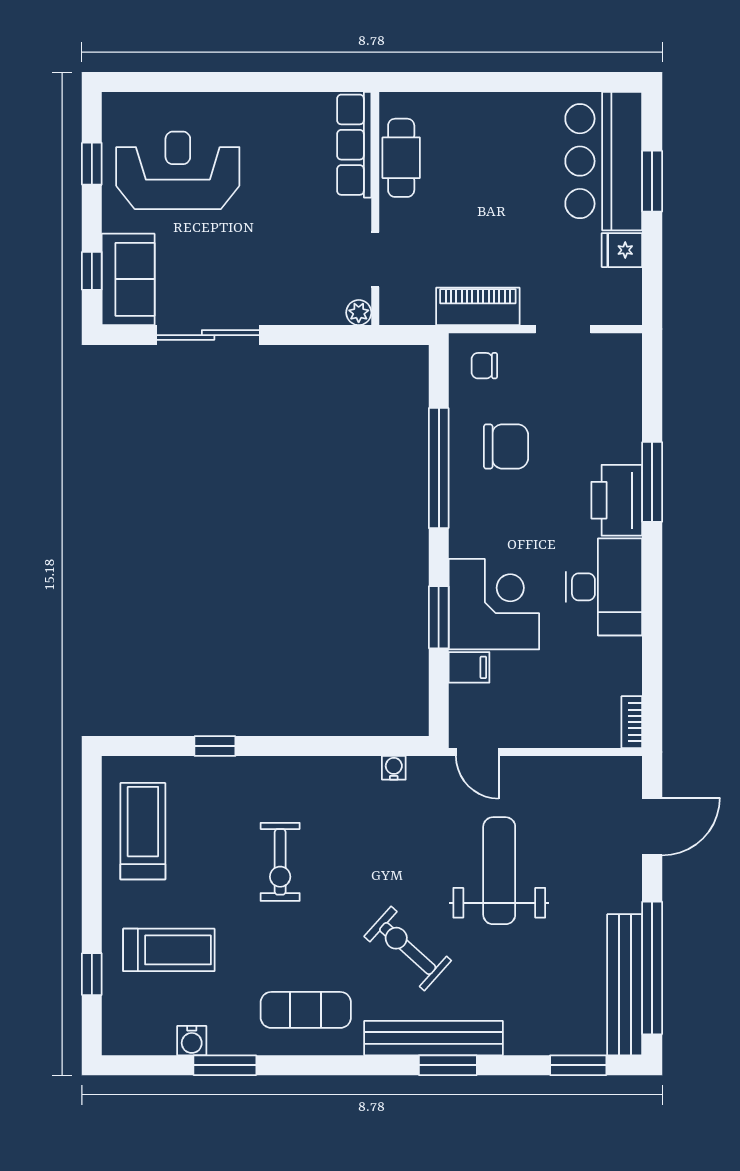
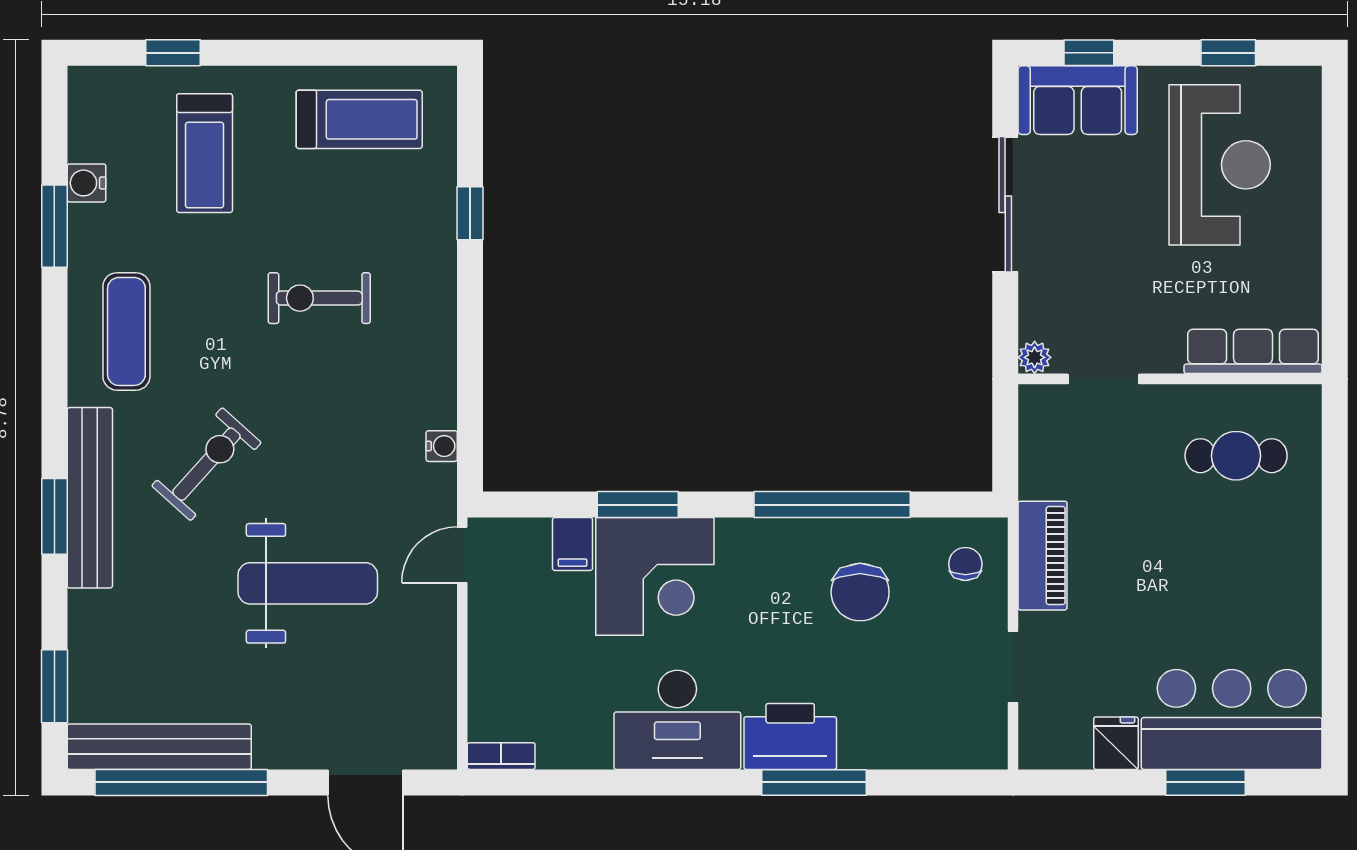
row of seats: (354, 145) -> (1253, 351), moved
wall: (375, 208) -> (1170, 379), moved
doorway: (375, 260) -> (1103, 379), moved
plant: (359, 313) -> (1035, 357), moved

